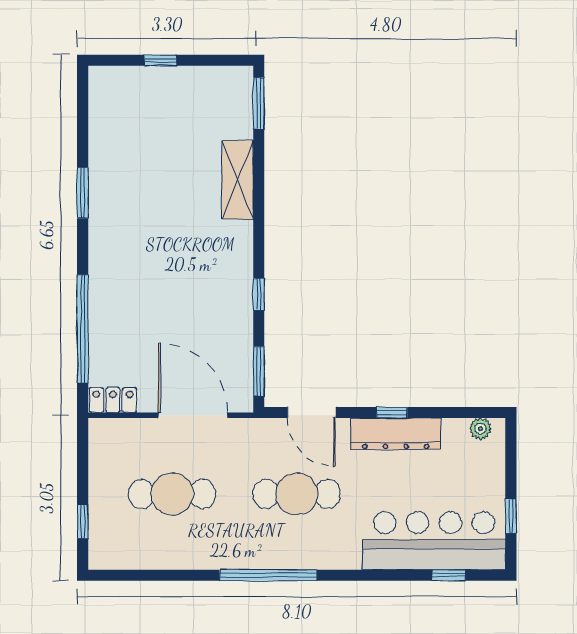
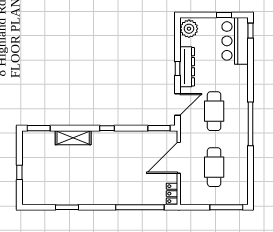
window: (83, 193) -> (67, 207), moved
window: (259, 294) -> (107, 128), moved
plant: (480, 429) -> (189, 29), width x1.87, depth x1.87
window: (83, 521) -> (226, 207), width x2.17
bar counter: (434, 541) -> (235, 41), width x0.73
window: (449, 575) -> (251, 31), moved

